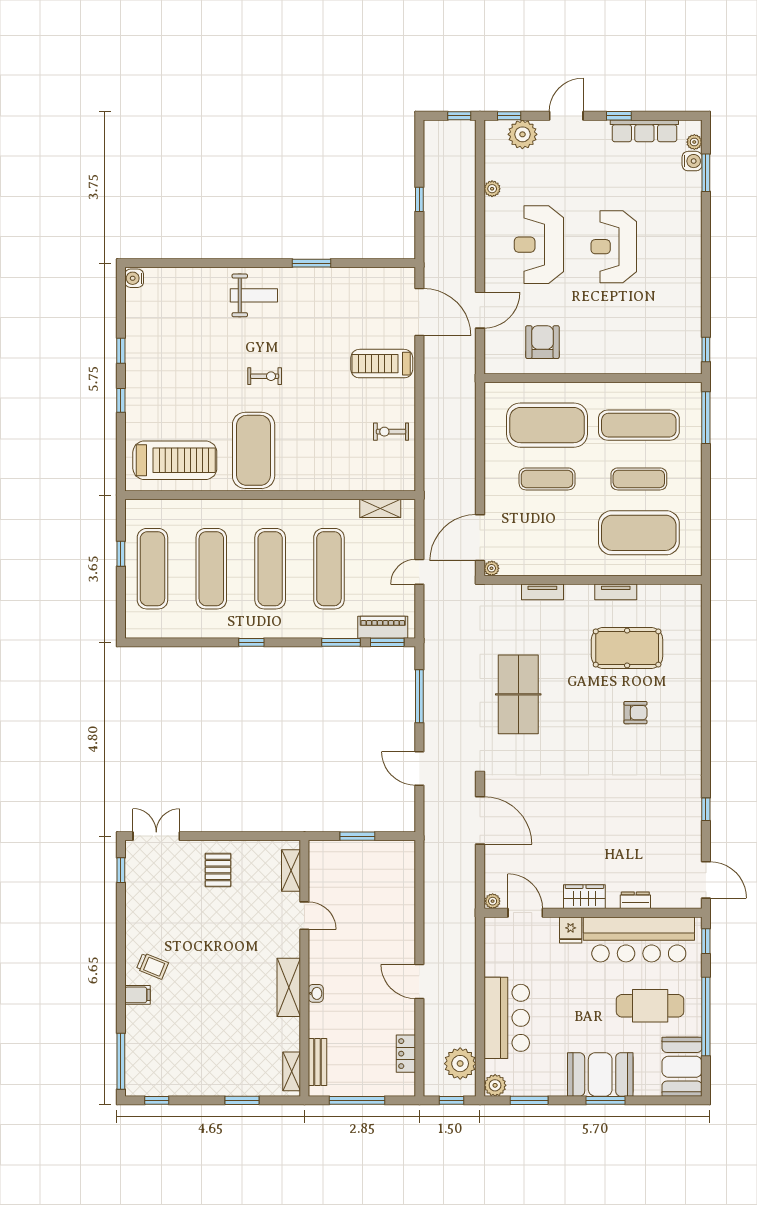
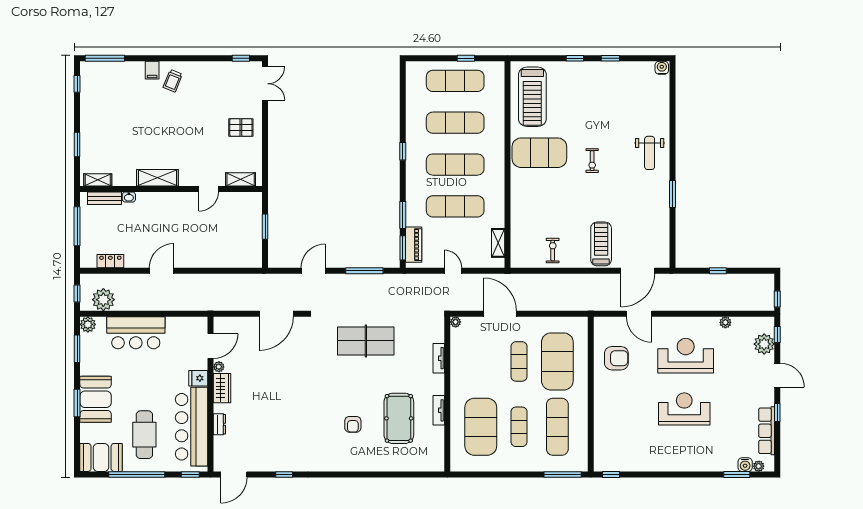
door: (480, 538) -> (500, 314), moved
plant: (493, 901) -> (219, 367), moved
washbasin: (316, 993) -> (129, 197), moved

